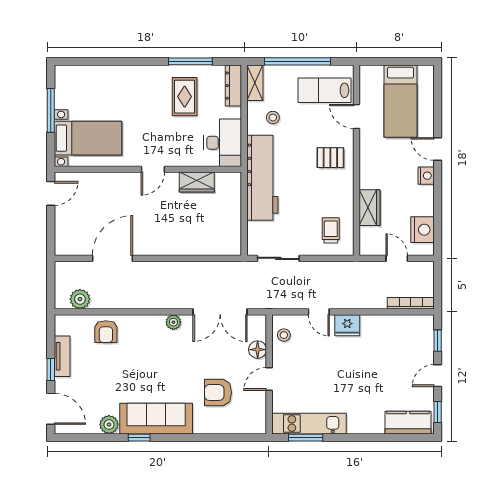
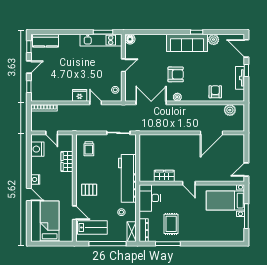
door: (153, 169) -> (189, 183), swing flipped
floor lamp: (258, 350) -> (130, 39), moved
armchair: (218, 393) -> (176, 74), moved

